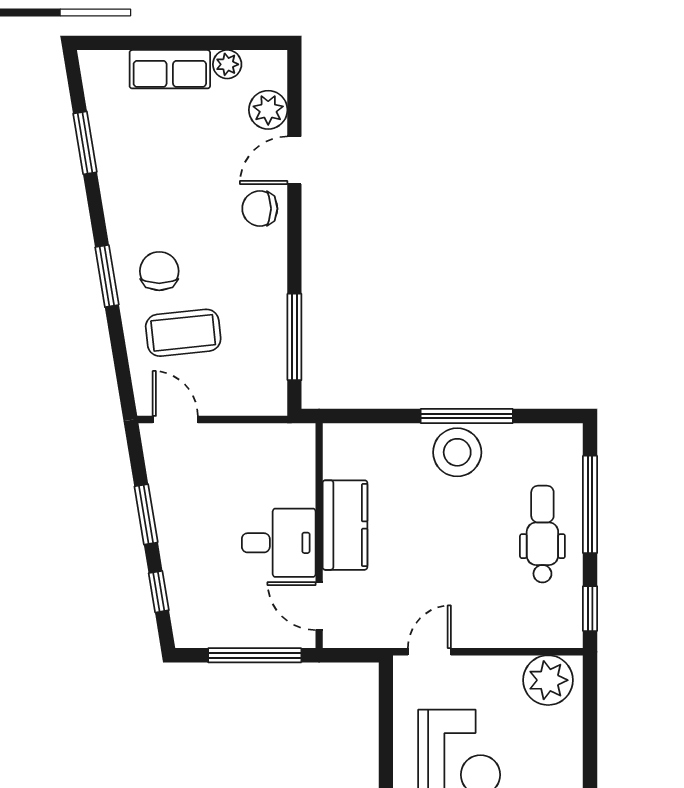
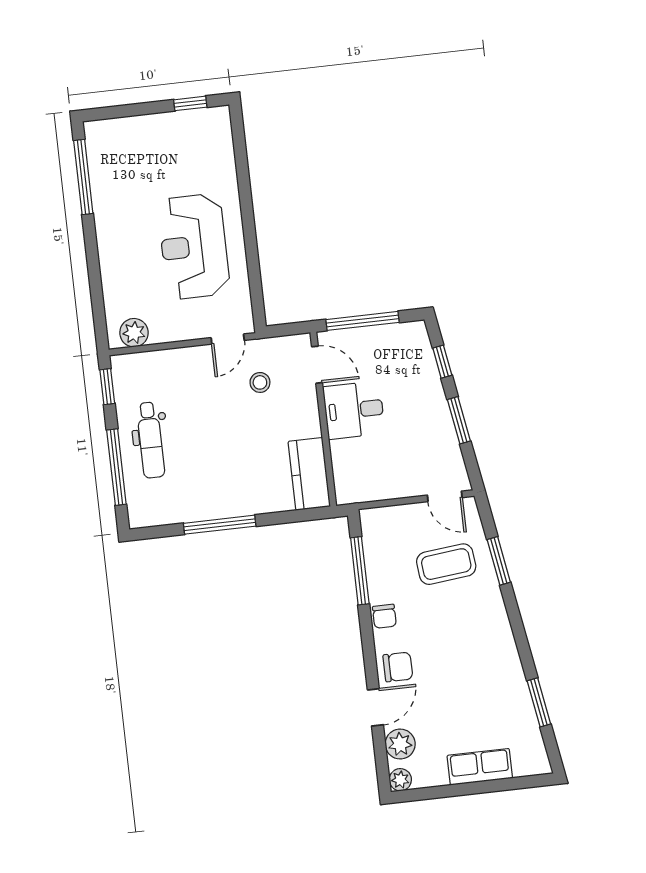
plant: (227, 64) -> (400, 780), moved
chair: (159, 271) -> (384, 616), moved, width x0.73, depth x0.73
window: (107, 276) -> (499, 561), moved
stool: (457, 452) -> (260, 382), moved, width x0.53, depth x0.53
kitchen counter: (345, 525) -> (309, 474), moved
plant: (548, 680) -> (134, 333), width x0.73, depth x0.73

